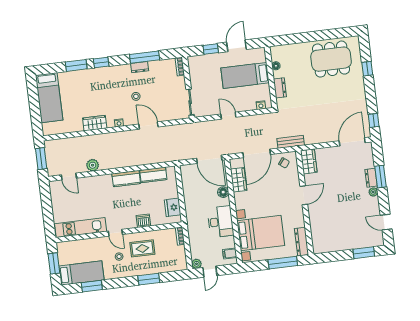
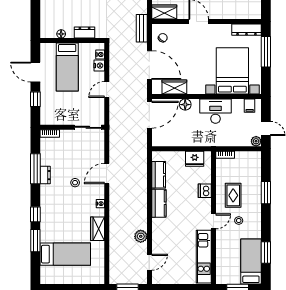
bed: (49, 98) -> (65, 254), moved
nightstand: (250, 106) -> (99, 66), added

